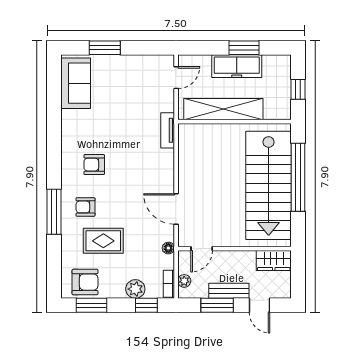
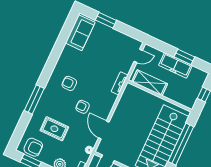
shelving: (223, 109) -> (150, 83), width x0.68
armchair: (85, 207) -> (83, 107), moved

